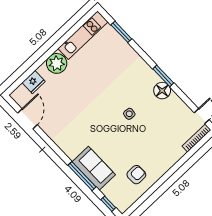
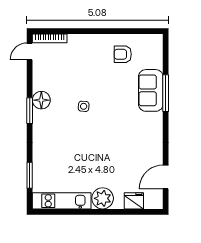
window: (108, 204) -> (166, 53), removed

